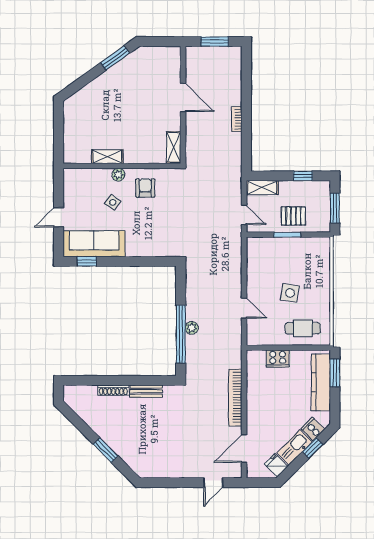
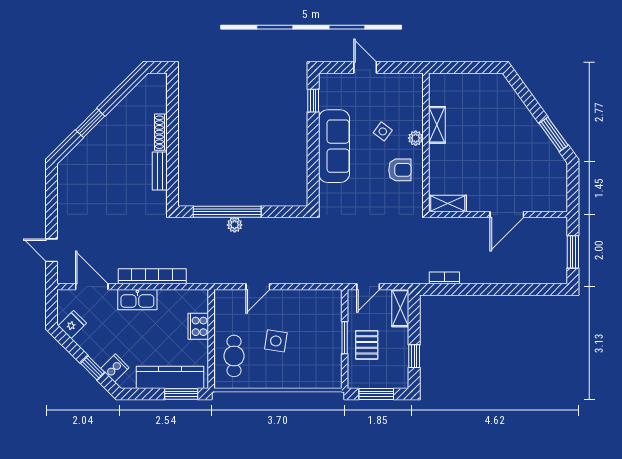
bookcase: (237, 119) -> (444, 278), moved
sofa: (94, 244) -> (334, 146), moved
kitchen sink: (294, 448) -> (137, 300), moved, turned 135

